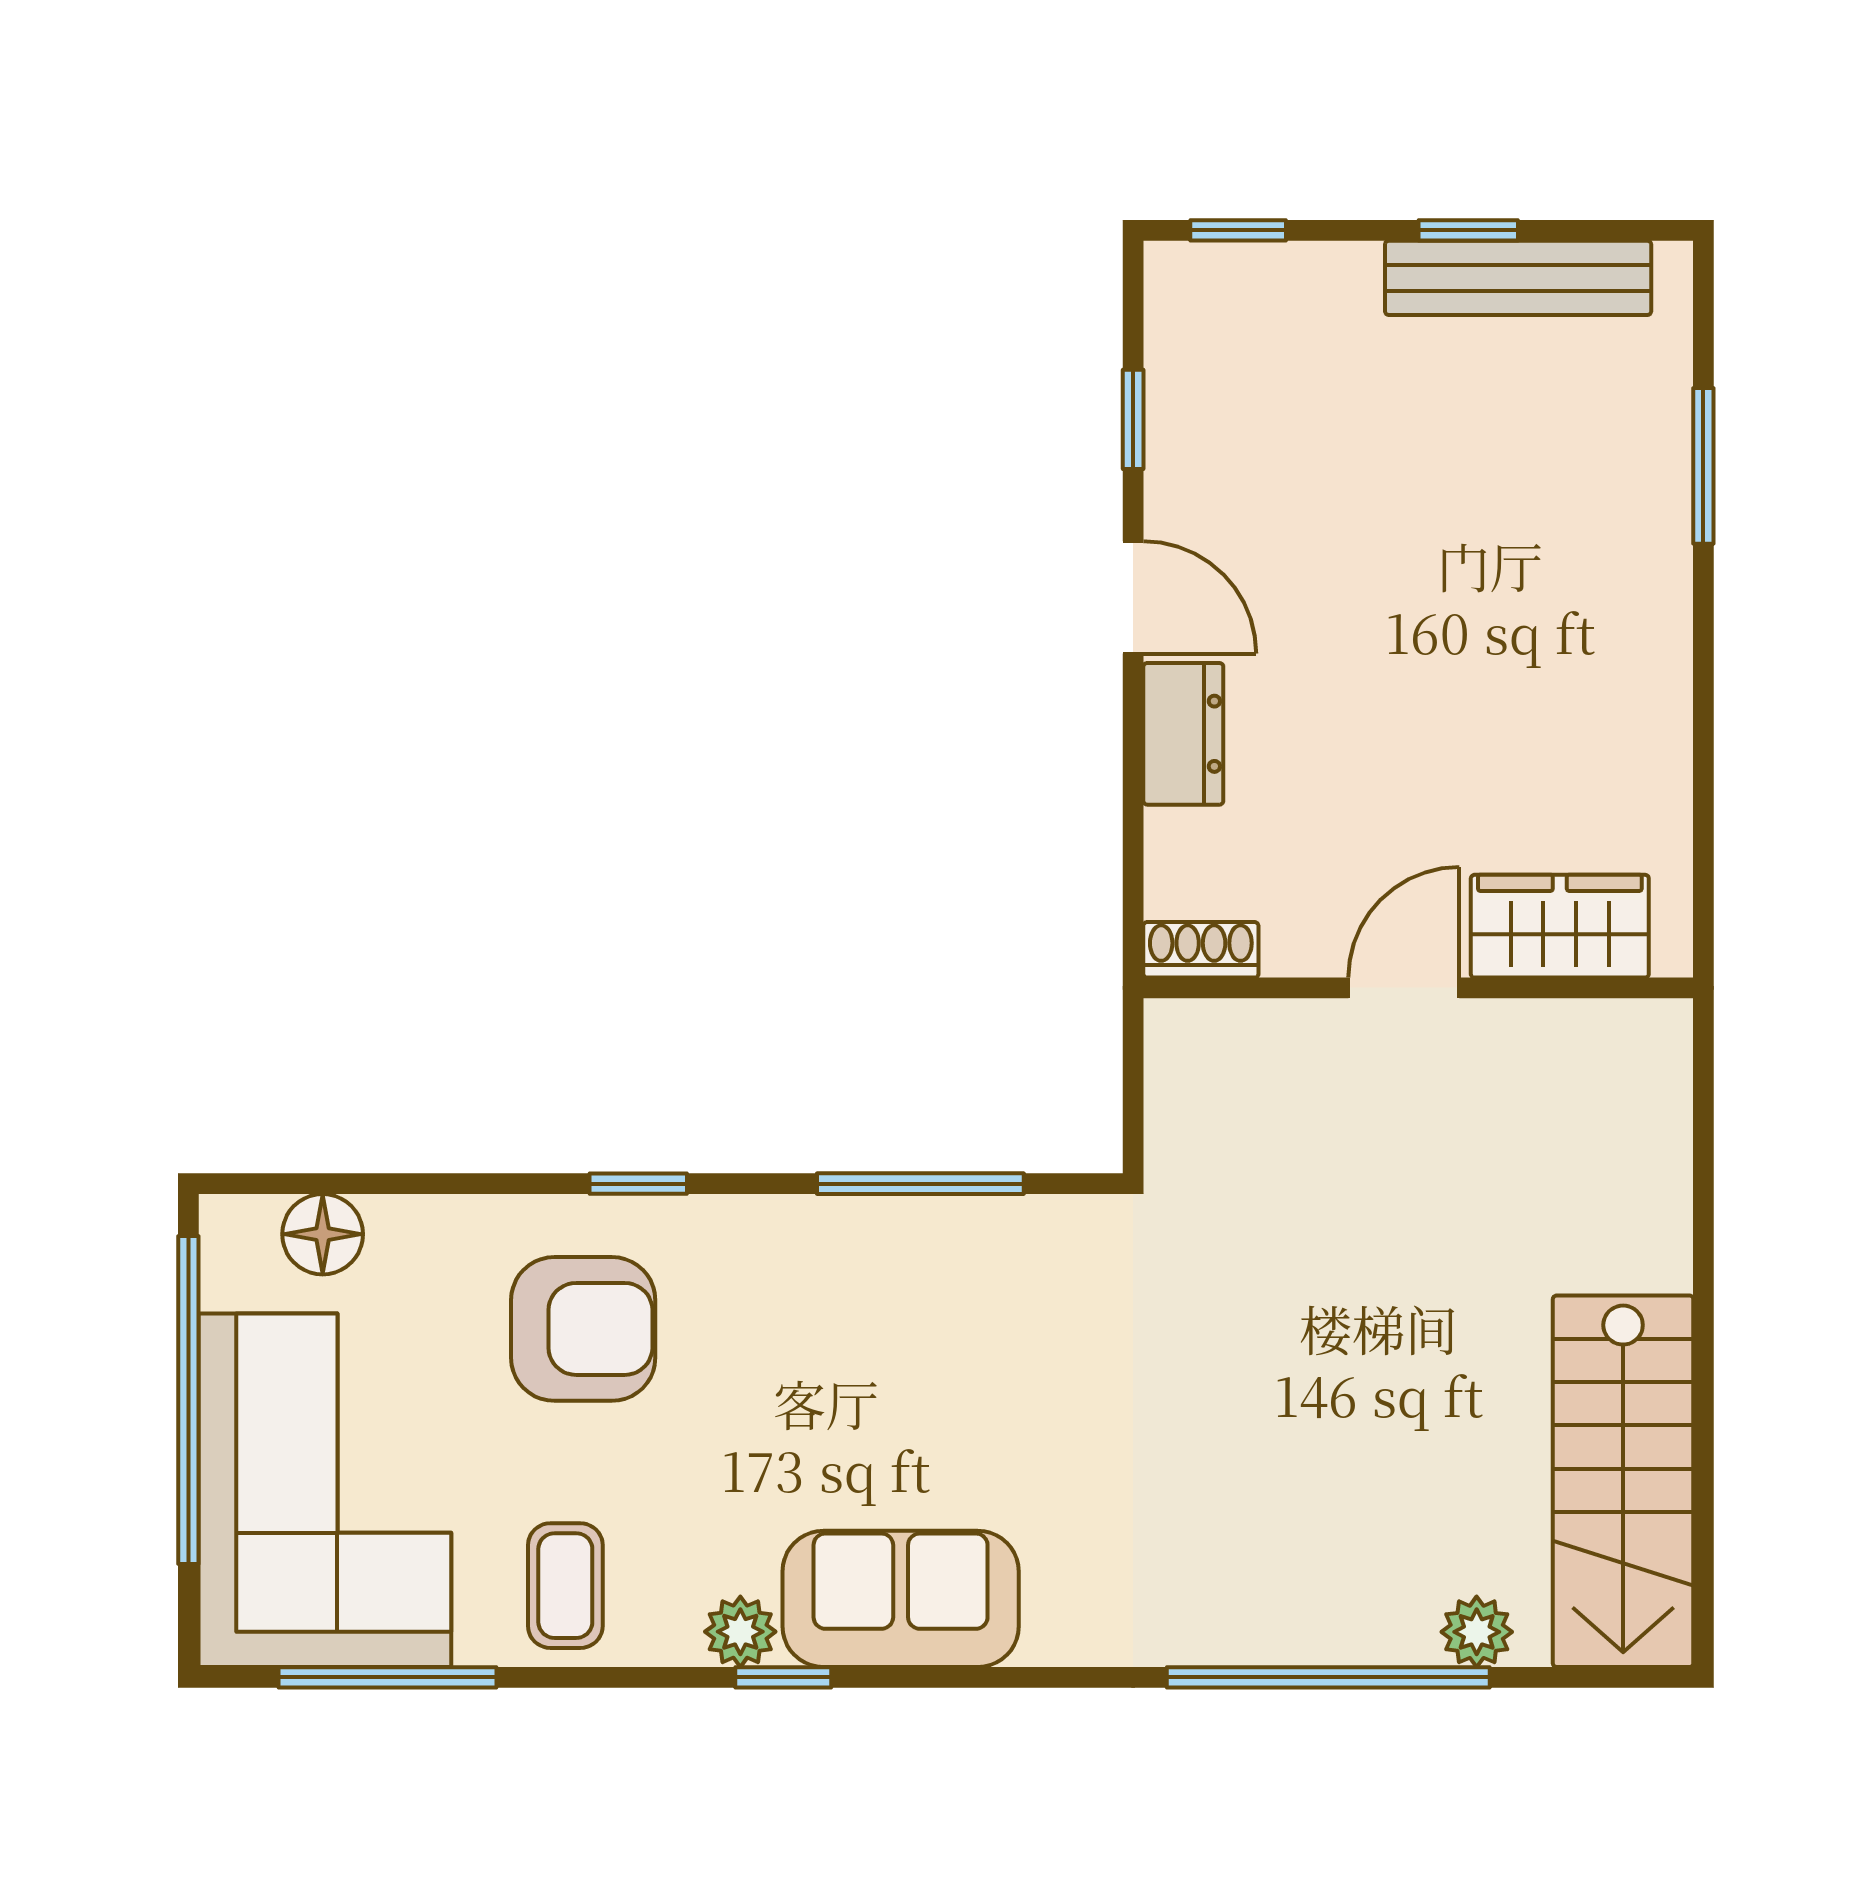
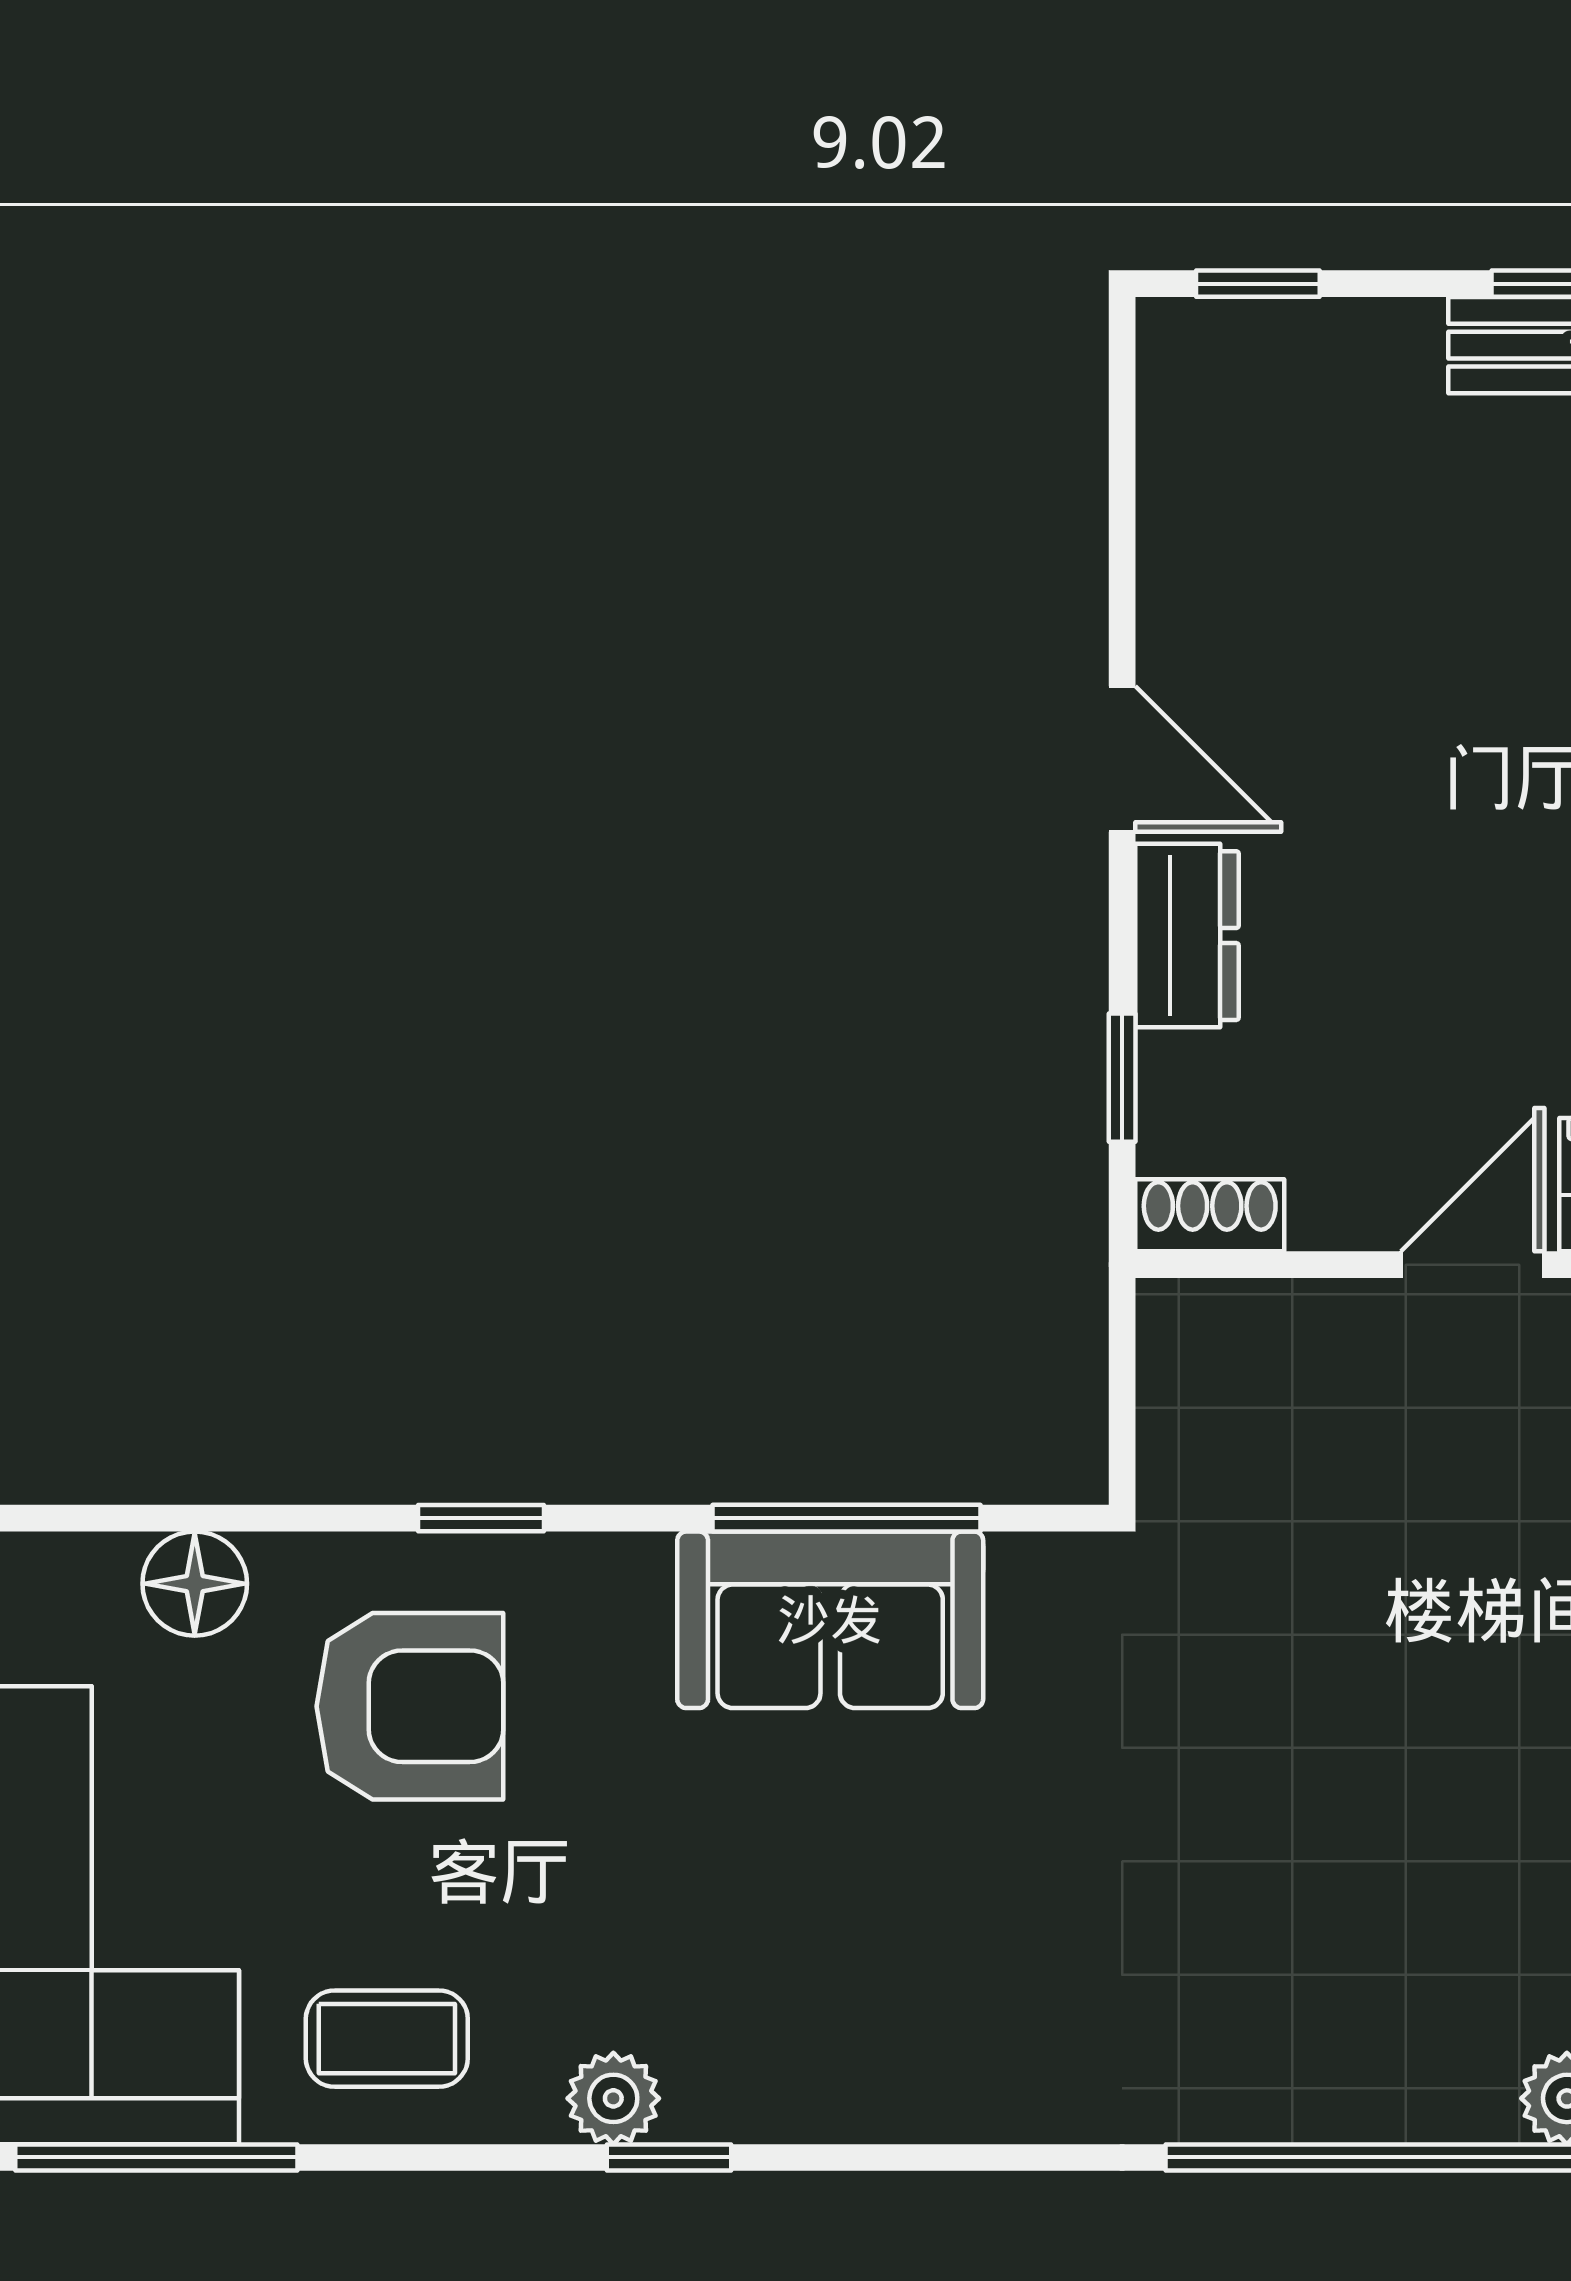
window: (1133, 419) -> (1122, 1078), moved
floor lamp: (323, 1234) -> (195, 1584), moved
coffee table: (565, 1586) -> (387, 2039), turned 90
sofa: (901, 1599) -> (830, 1620), moved, turned 180

